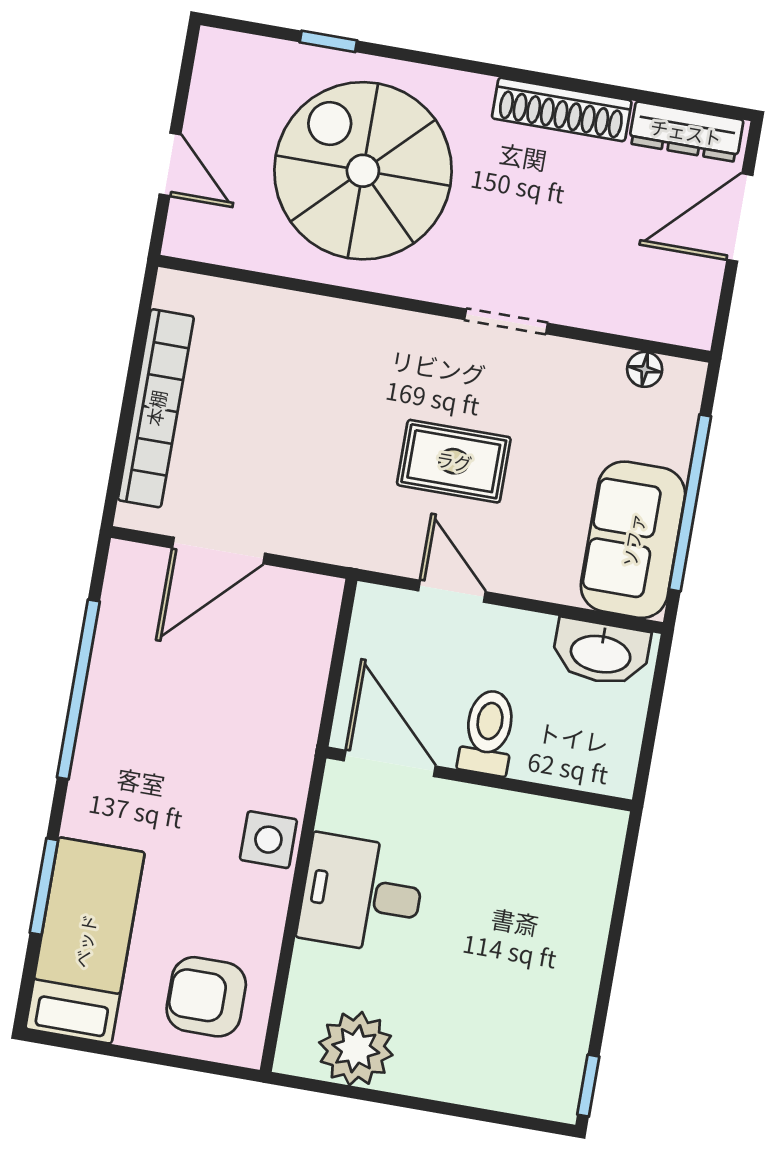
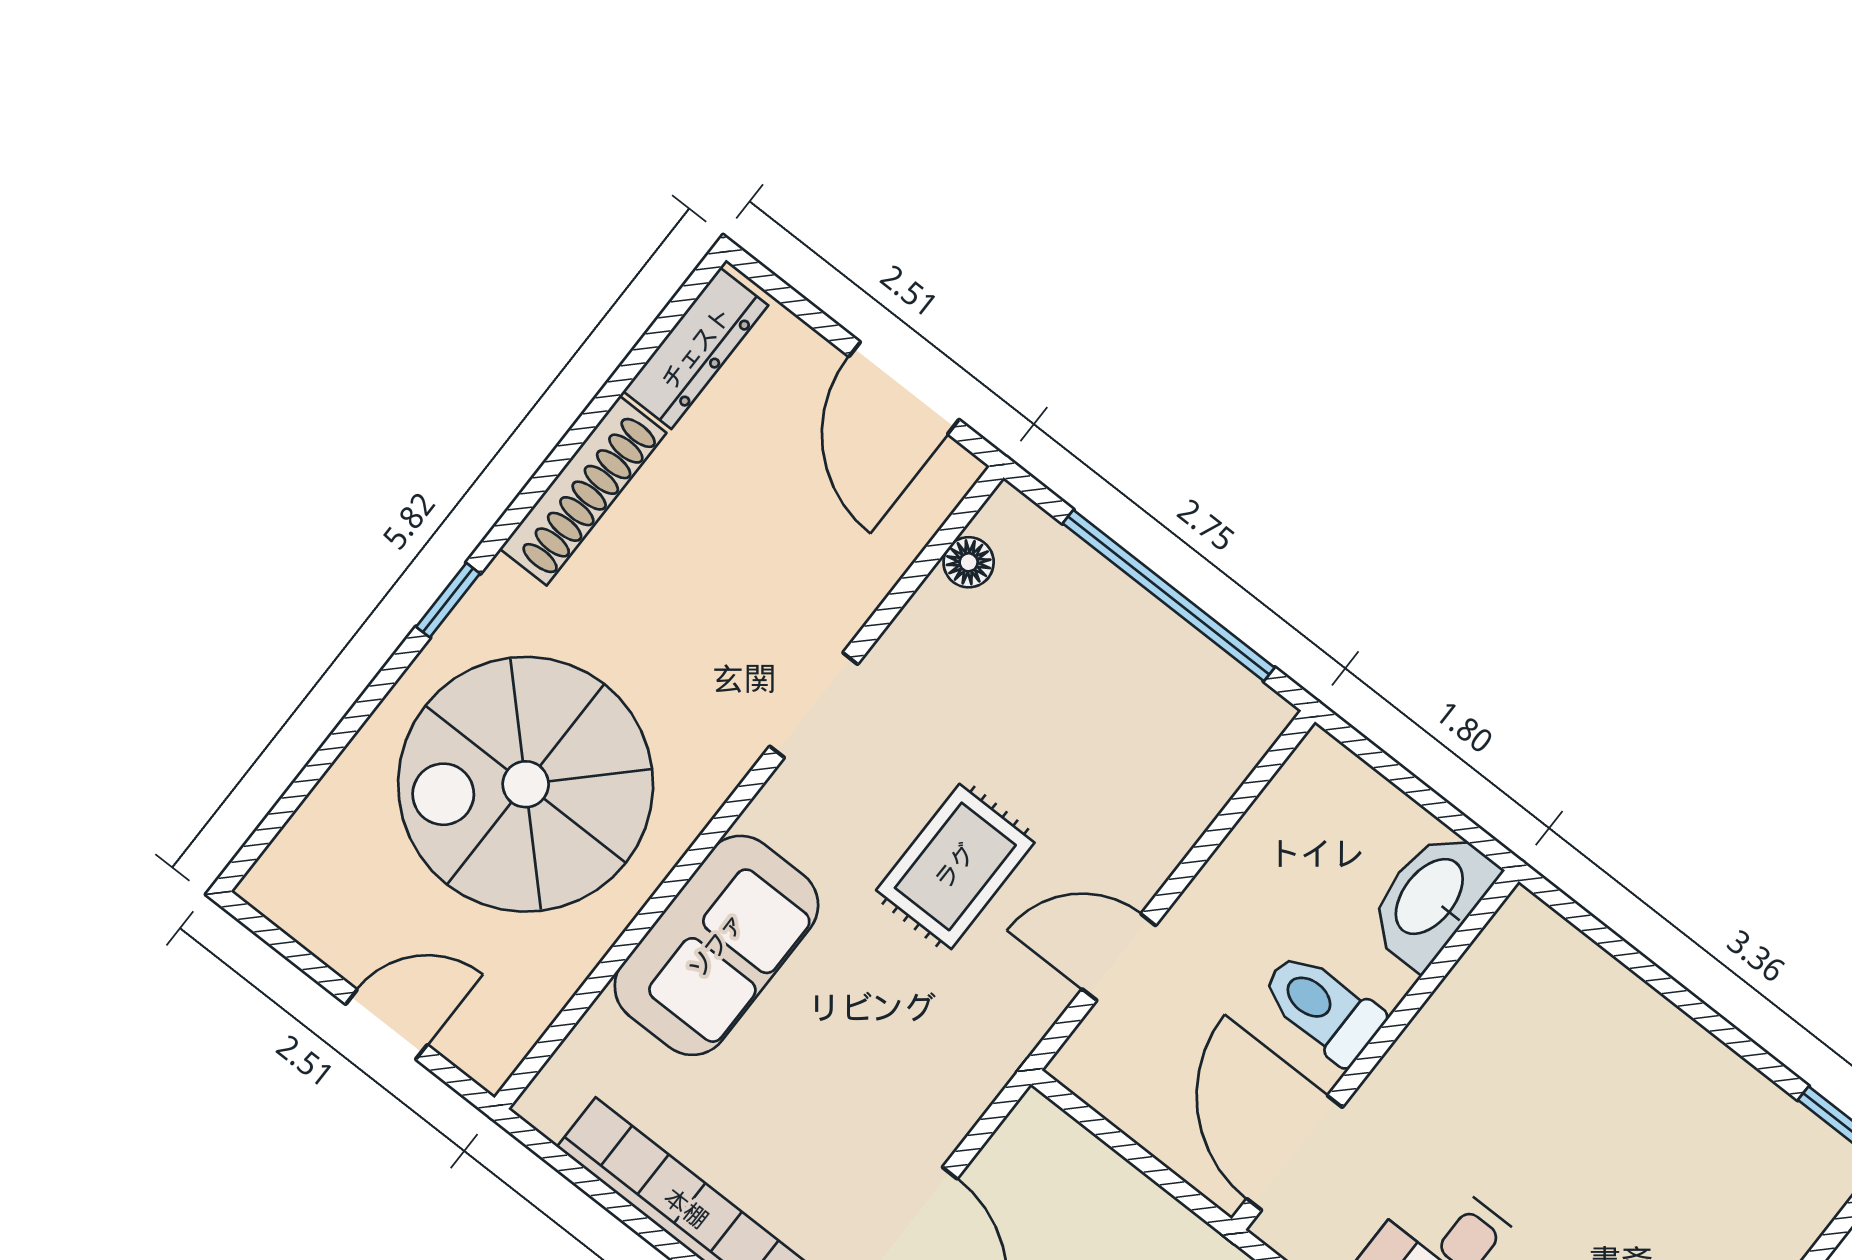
window: (328, 41) -> (448, 600), moved
door: (740, 217) -> (904, 388), moved
sofa: (633, 540) -> (716, 945), moved, turned -90
washbasin: (601, 652) -> (1431, 898), moved, turned 180
door: (390, 763) -> (1295, 1153), hinge flipped

